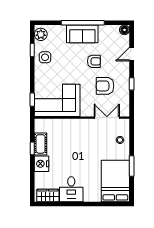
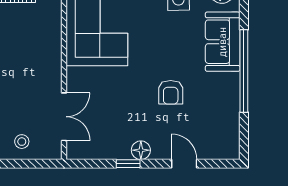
floor lamp: (124, 30) -> (141, 150), moved
sofa: (82, 34) -> (223, 42), moved
armchair: (105, 86) -> (124, 113), removed

